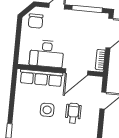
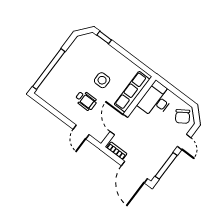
chair: (36, 21) -> (183, 116), turned -124
desk: (47, 54) -> (156, 100), moved

